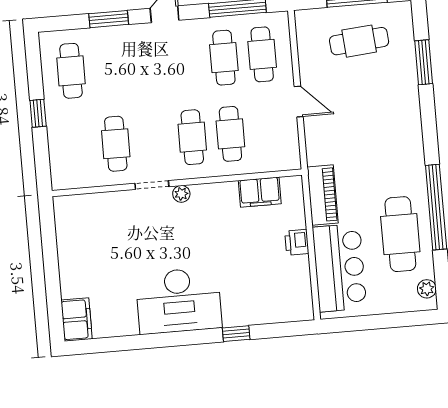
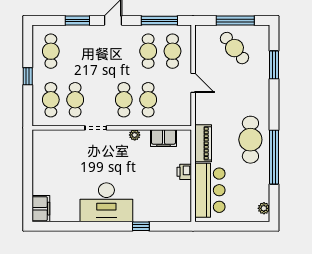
cafe table: (359, 41) -> (234, 48), turned 56
cafe table: (78, 147) -> (51, 100), added
plant: (181, 194) -> (135, 135), moved
cafe table: (400, 234) -> (250, 140), moved

